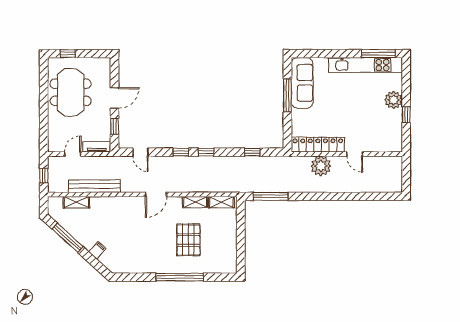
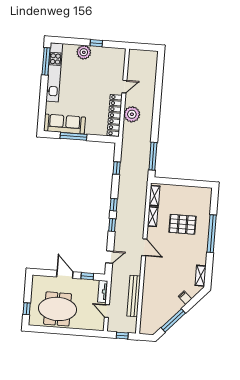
shelving: (76, 202) -> (201, 276), moved

